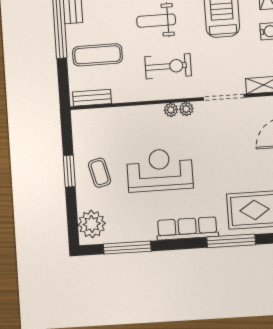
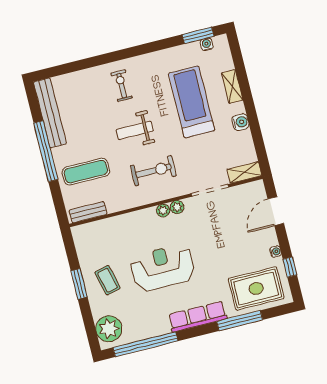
window: (127, 248) -> (145, 344), width x1.46

